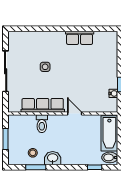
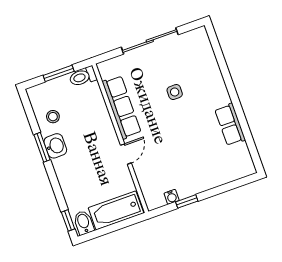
toilet: (42, 124) -> (83, 77), moved
window: (36, 167) -> (42, 147), moved
window: (95, 167) -> (68, 220), moved

